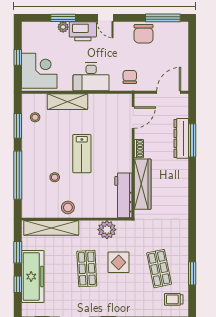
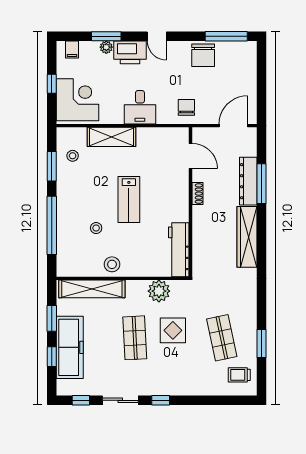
filing cabinet: (35, 29) -> (72, 49), added
desk: (91, 77) -> (140, 107), width x0.73
door: (133, 117) -> (190, 156), hinge flipped
wardrobe: (143, 184) -> (247, 237), moved, turned 180

